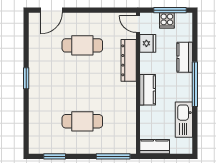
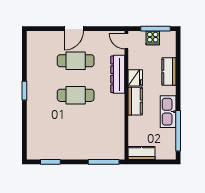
door: (52, 10) -> (74, 29), moved
fridge: (148, 43) -> (135, 78), moved
window: (195, 84) -> (178, 131), moved
kitchen sink: (184, 120) -> (168, 112), moved
cafe table: (82, 121) -> (76, 95), moved

